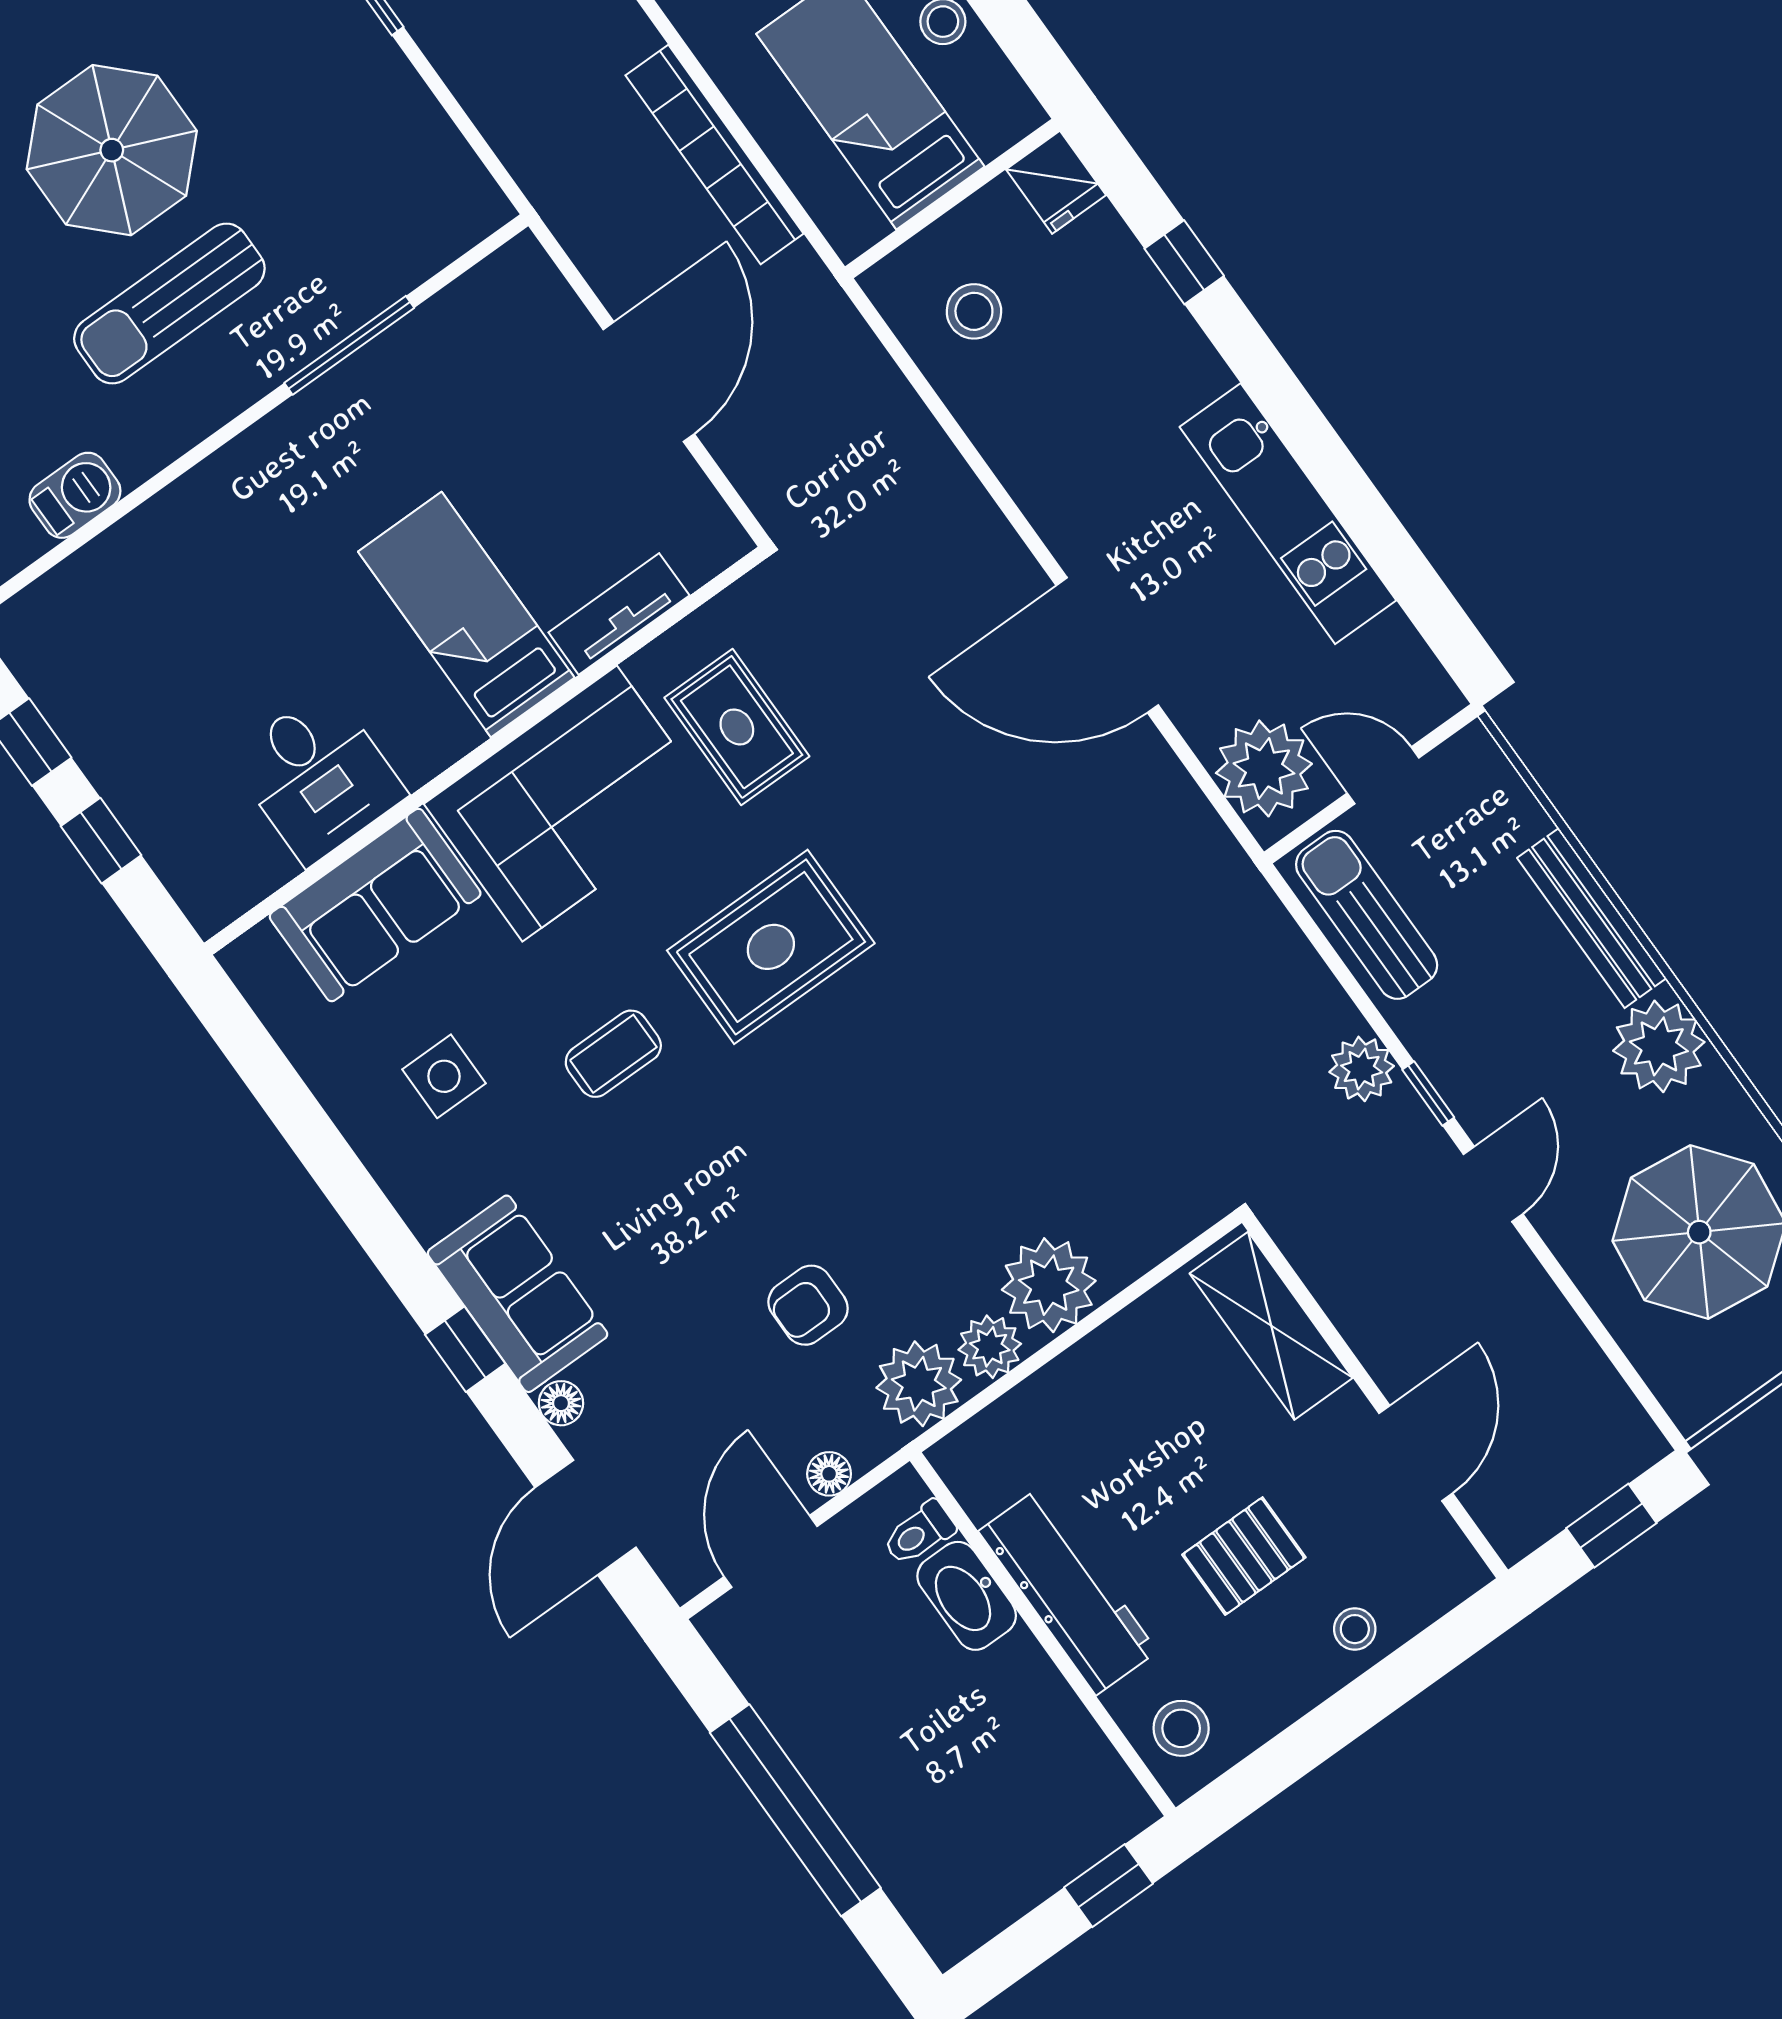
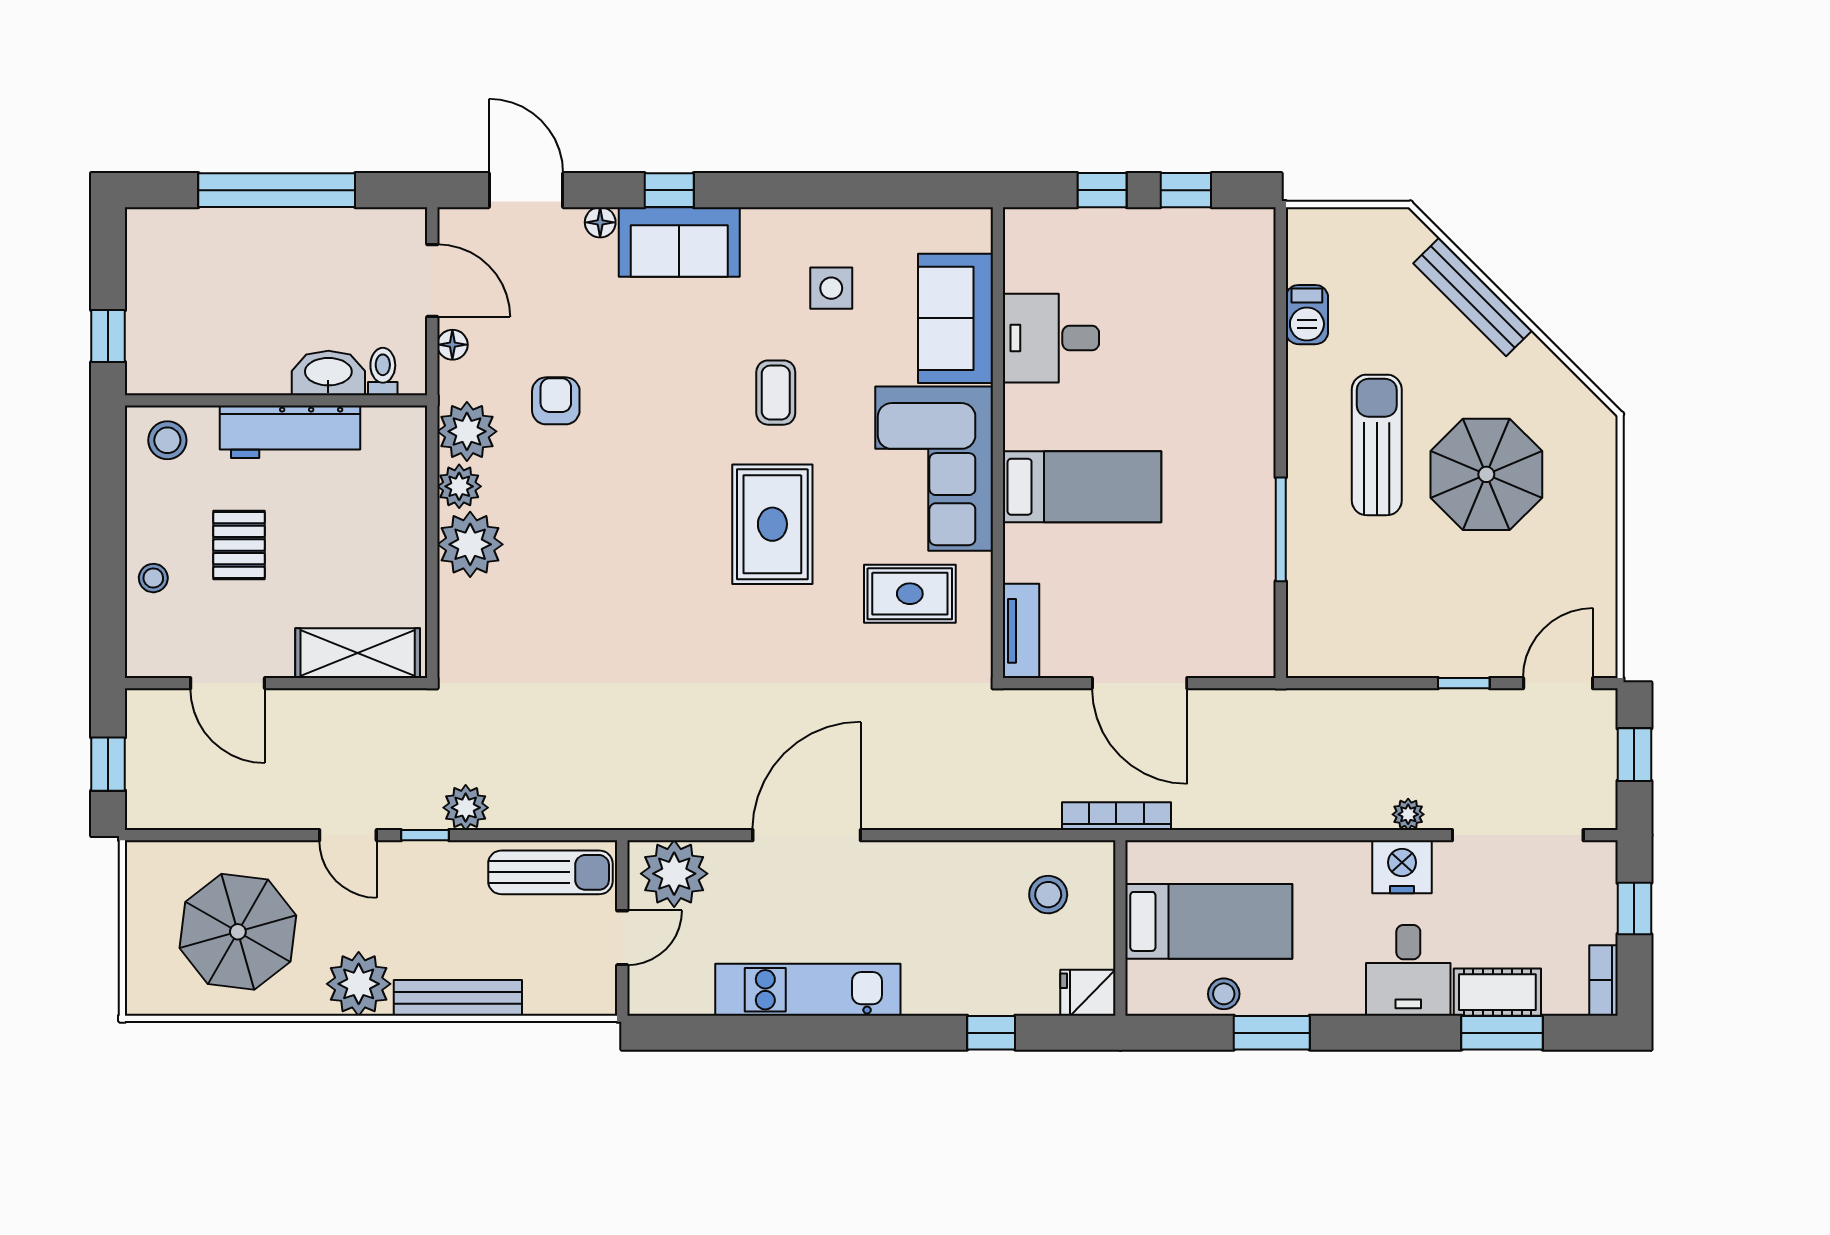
bookcase: (715, 154) -> (1116, 816), moved, width x0.68, depth x0.76
tv unit: (619, 614) -> (1021, 631), moved

